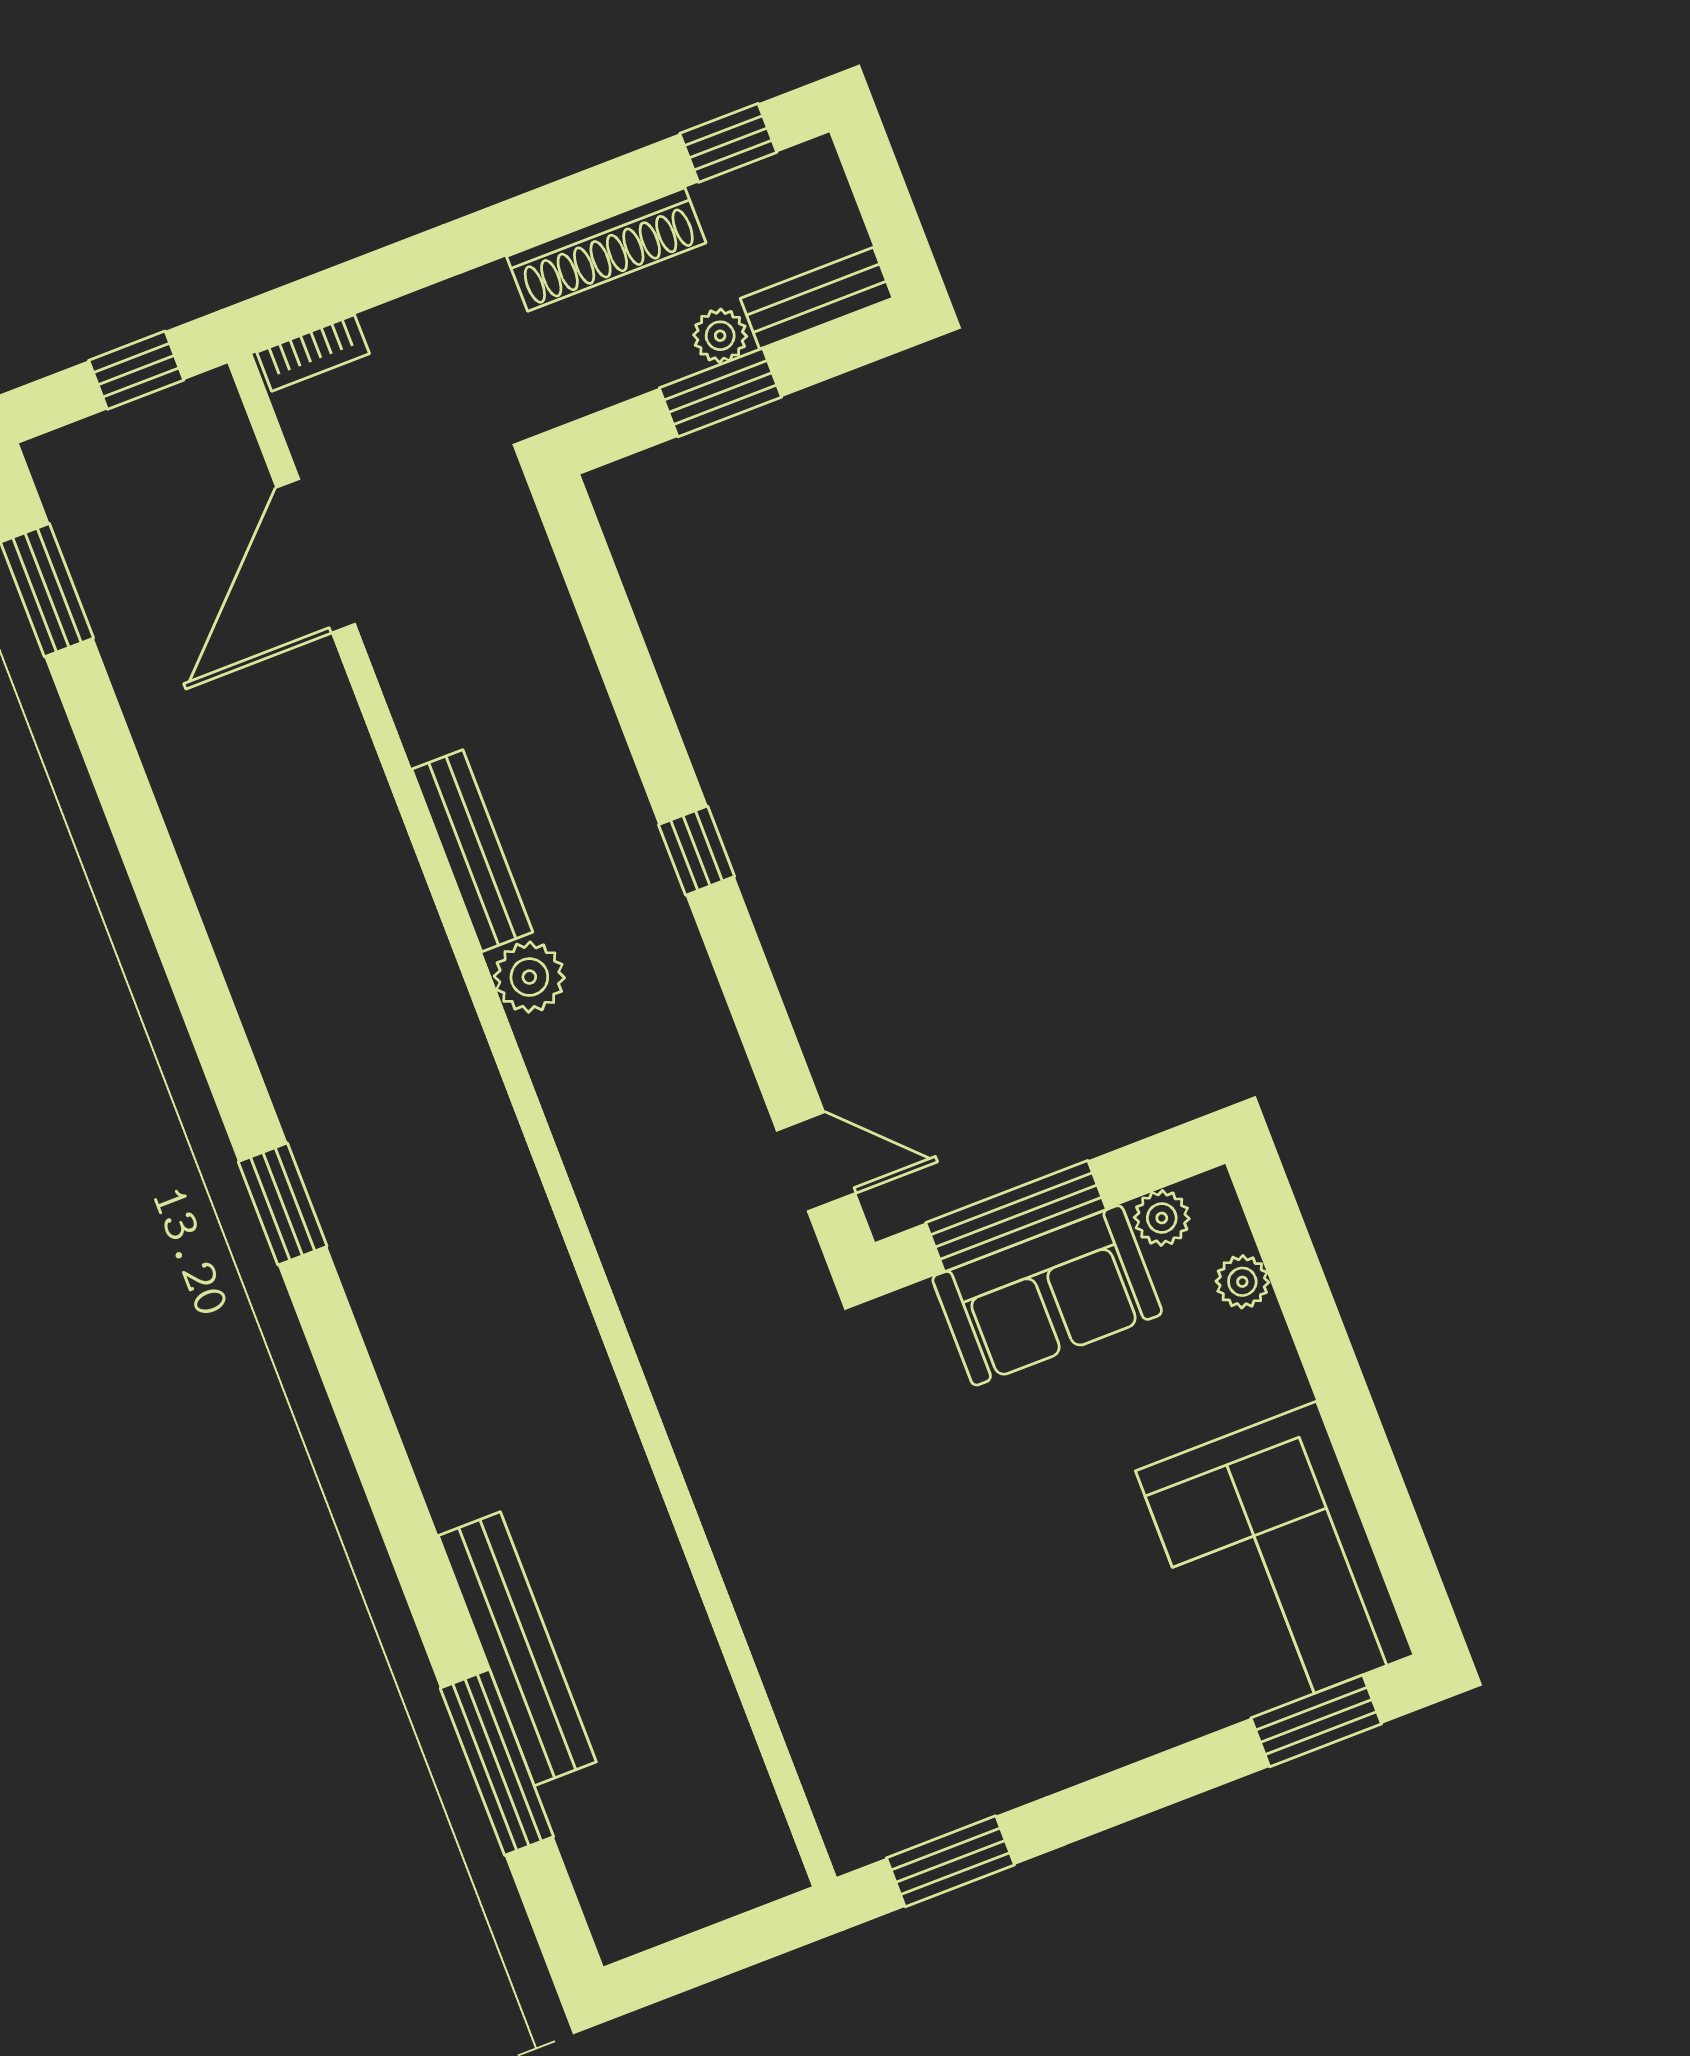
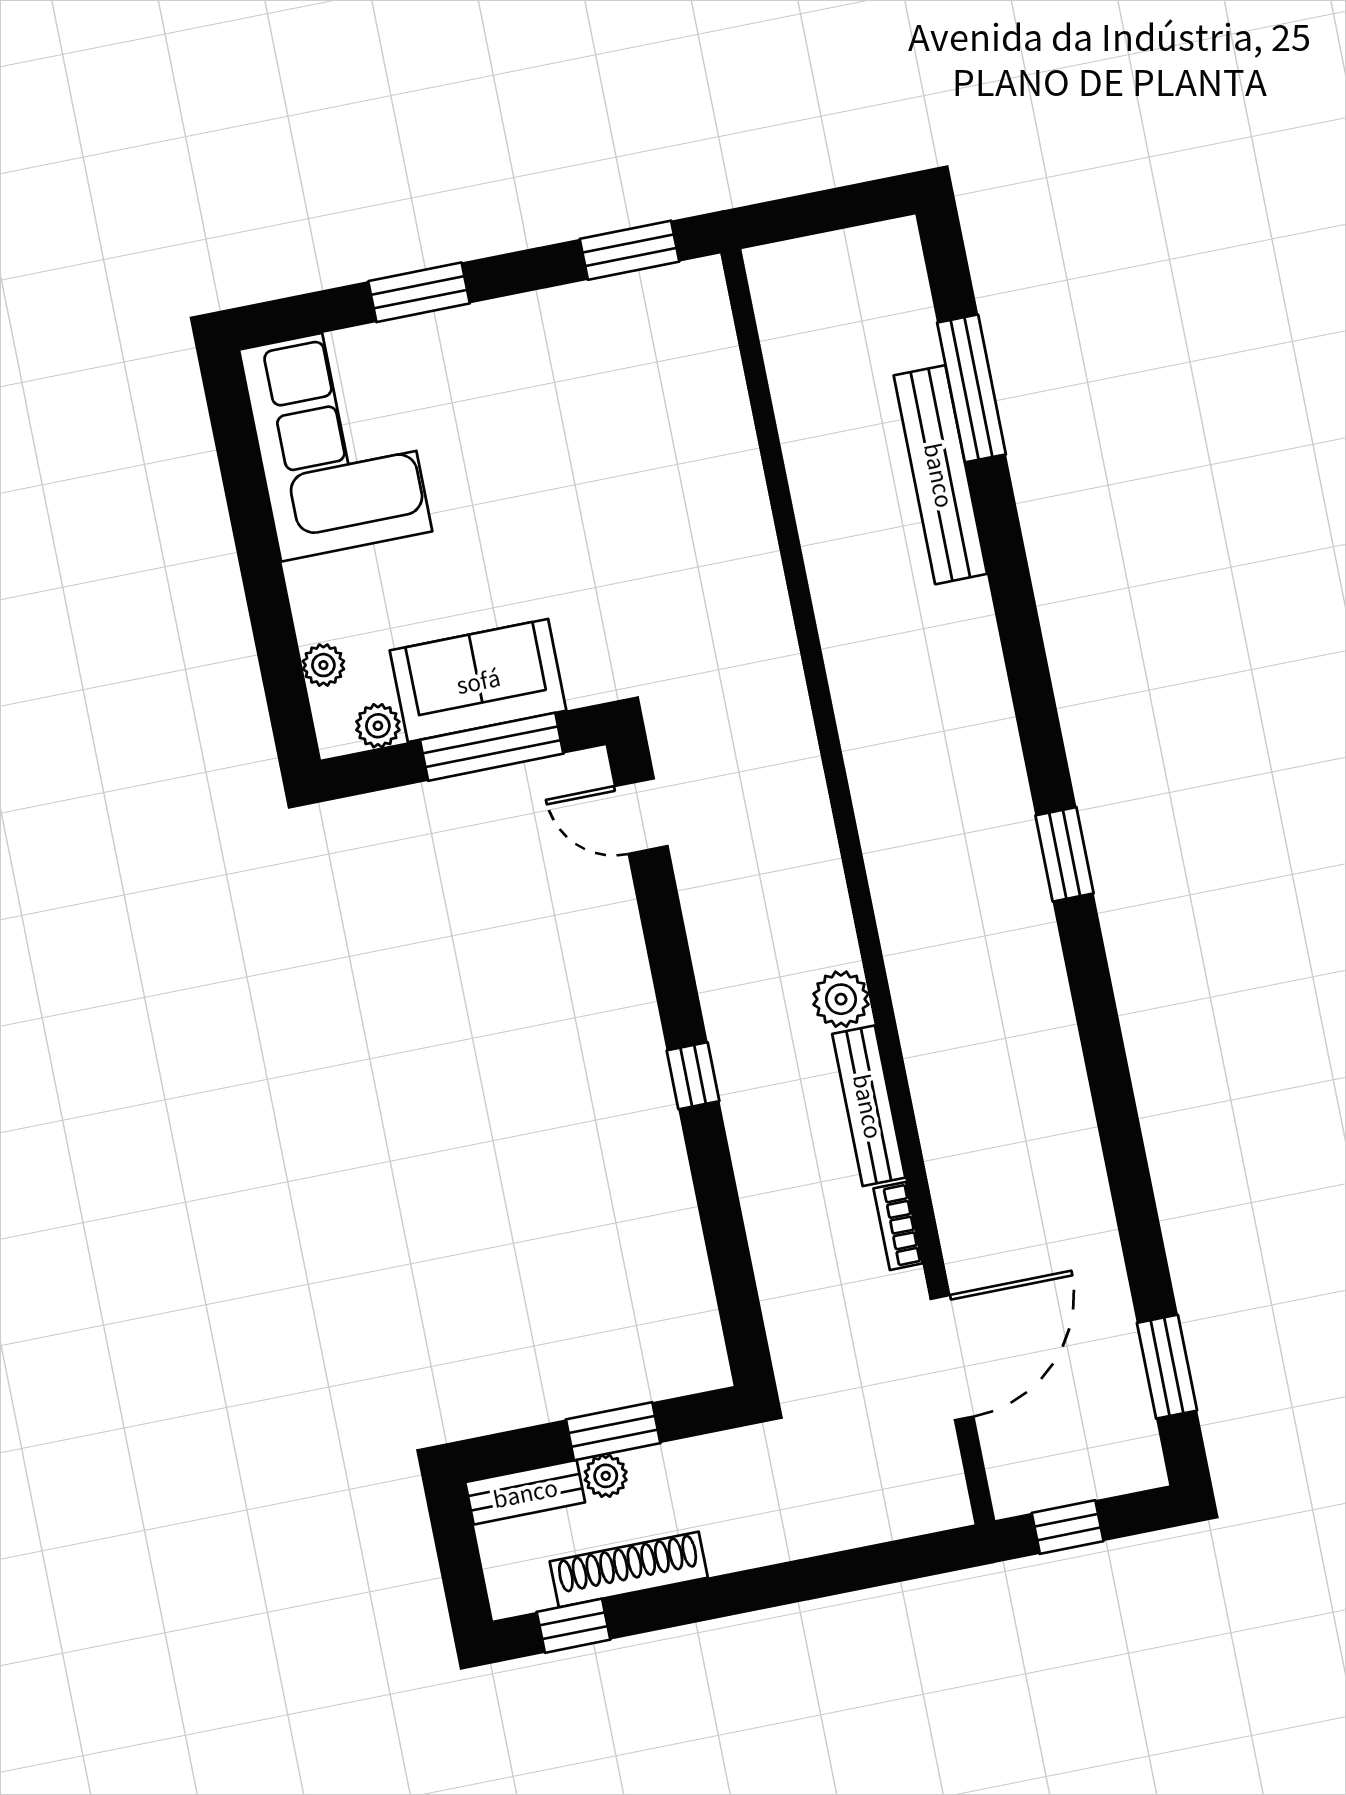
shoe rack: (606, 250) -> (629, 1569), moved
bookcase: (313, 353) -> (898, 1226), moved, turned -90
window: (1316, 1721) -> (419, 292), moved

